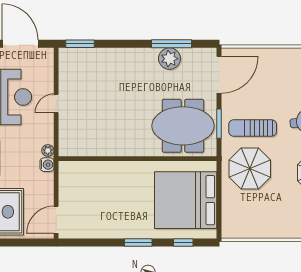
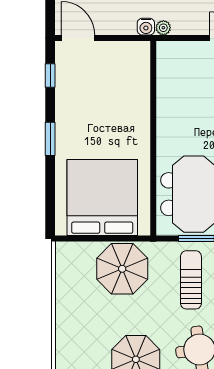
parasol: (250, 169) -> (122, 269), moved
window: (183, 242) -> (50, 75), moved

